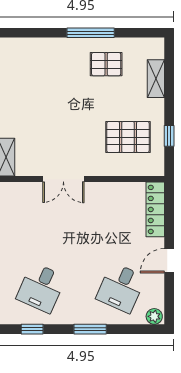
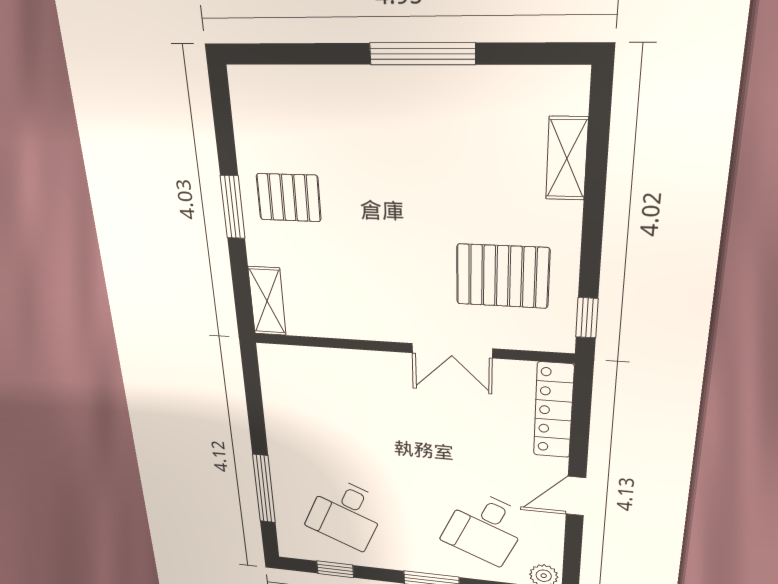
pallet: (106, 64) -> (289, 198), moved
window: (169, 136) -> (587, 318), moved
double door: (63, 179) -> (452, 351), moved

